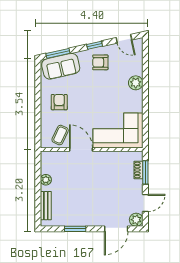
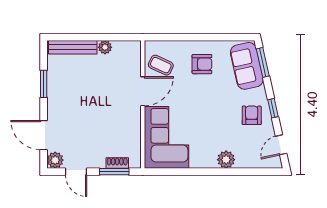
bench: (46, 206) -> (73, 47), width x1.36

